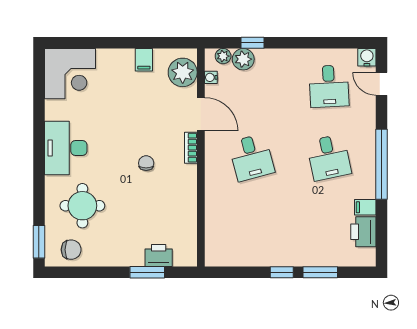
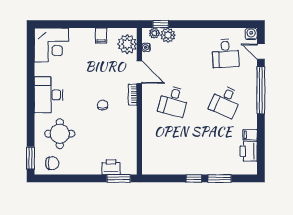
window: (252, 43) -> (161, 24), moved
desk: (251, 157) -> (173, 101), turned 30
desk: (329, 157) -> (226, 101), turned 36
window: (381, 164) -> (261, 90), moved
window: (147, 272) -> (119, 178), moved

